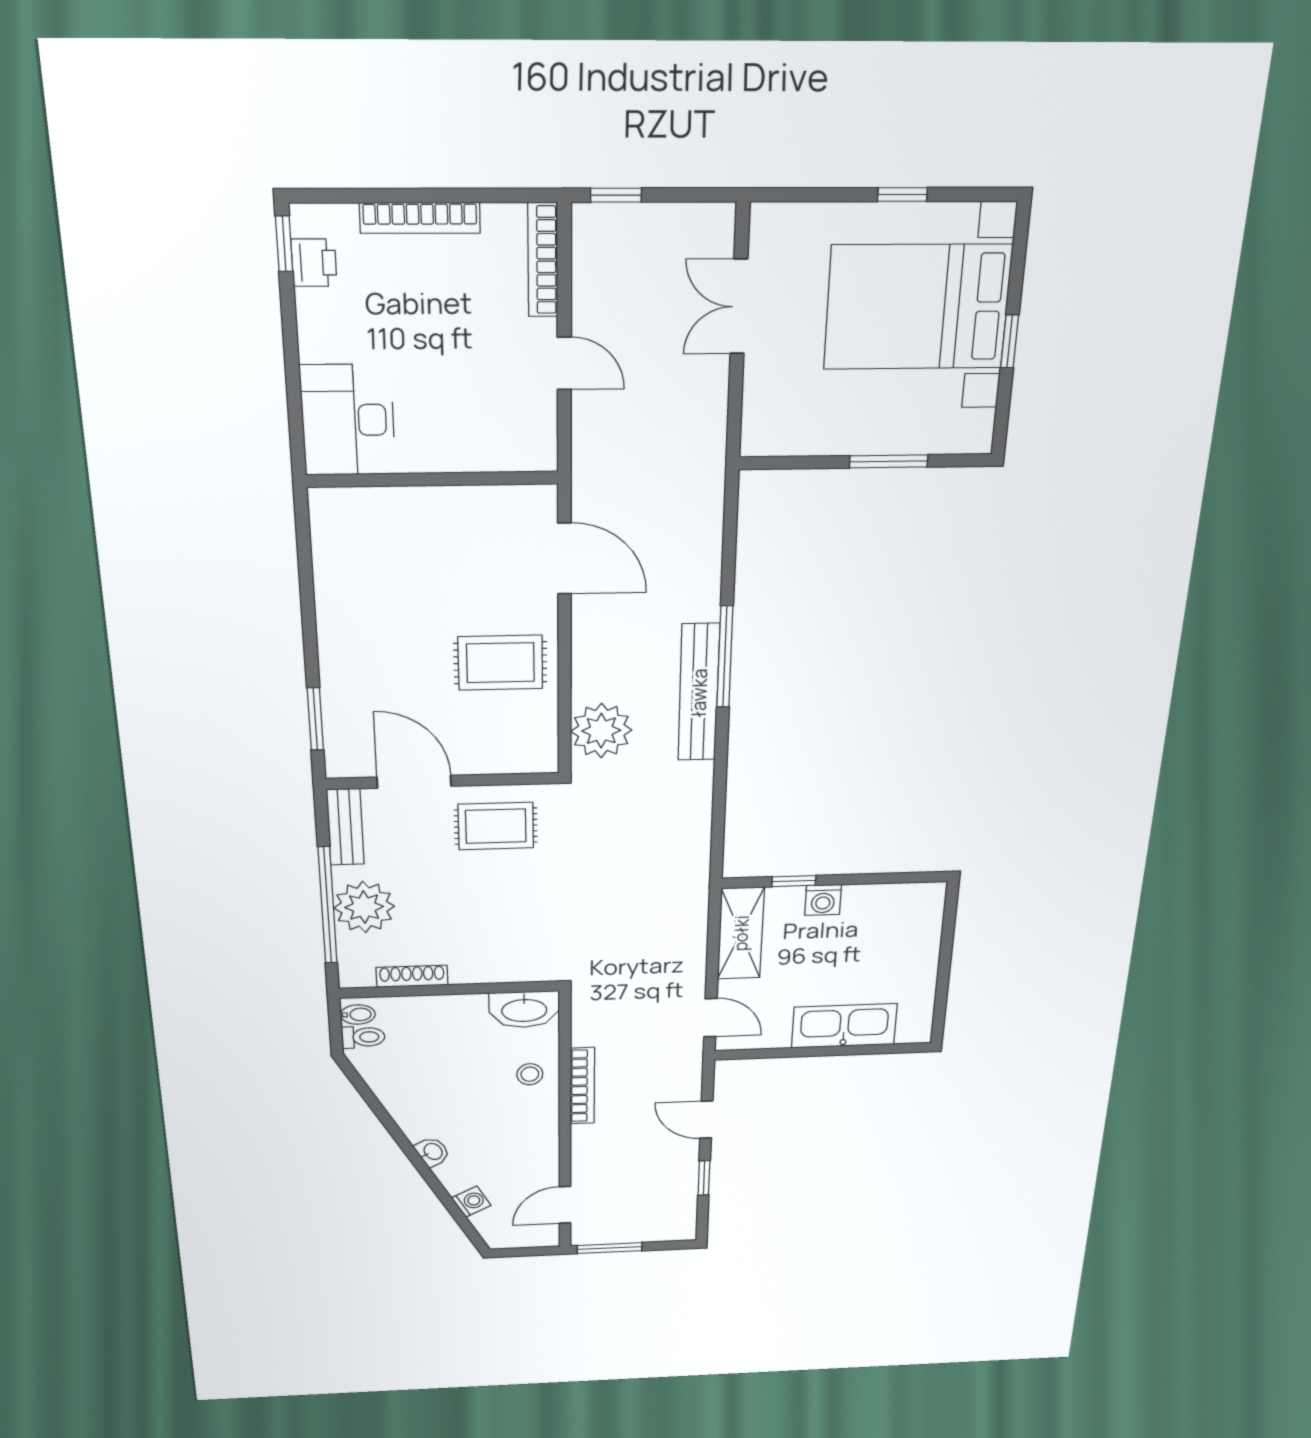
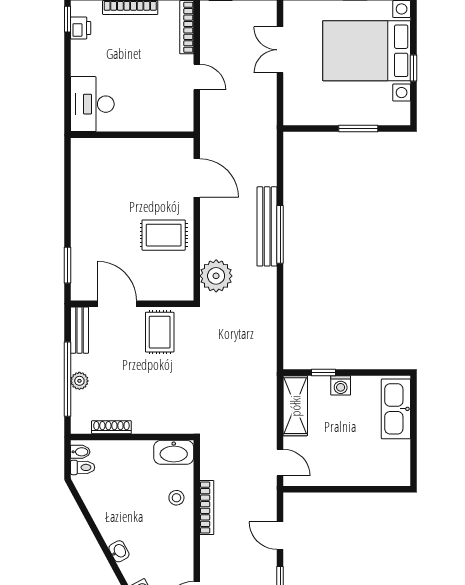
bench: (699, 693) -> (267, 226), moved
rug: (496, 826) -> (160, 332), turned 90
plant: (364, 907) -> (79, 381), width x0.53, depth x0.53
kitchen sink: (844, 1026) -> (396, 409), moved, turned -90

